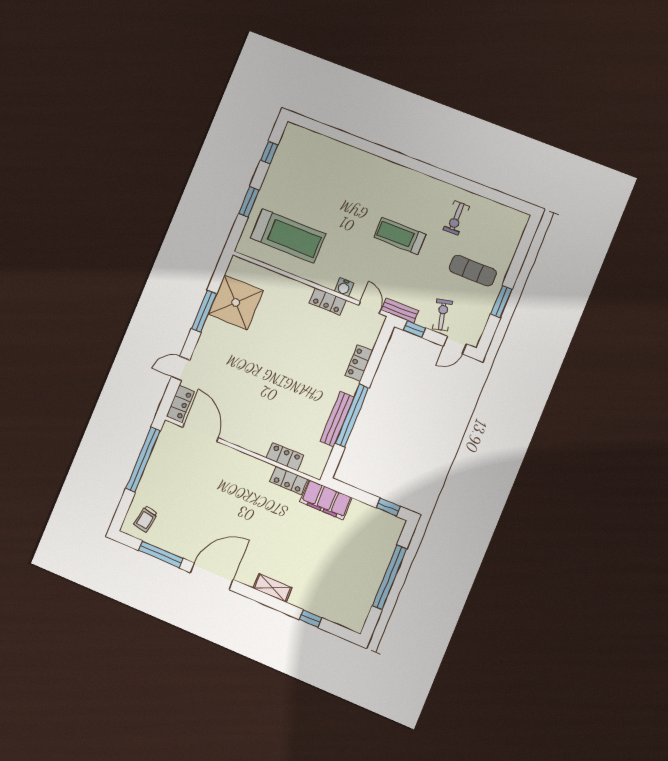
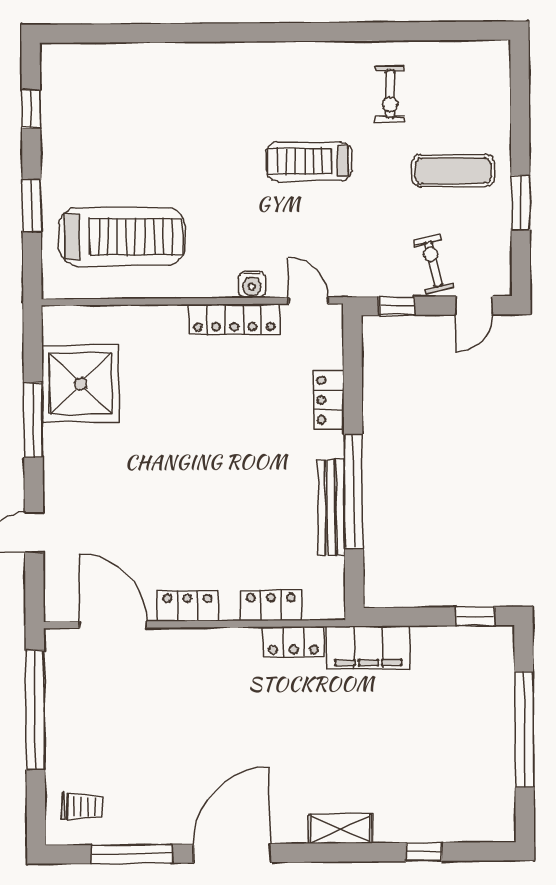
locker: (328, 301) -> (234, 319), width x1.53
bench: (400, 310) -> (360, 285), removed
locker: (180, 404) -> (187, 606), moved, turned -90
trolley: (146, 519) -> (82, 806), turned -98

